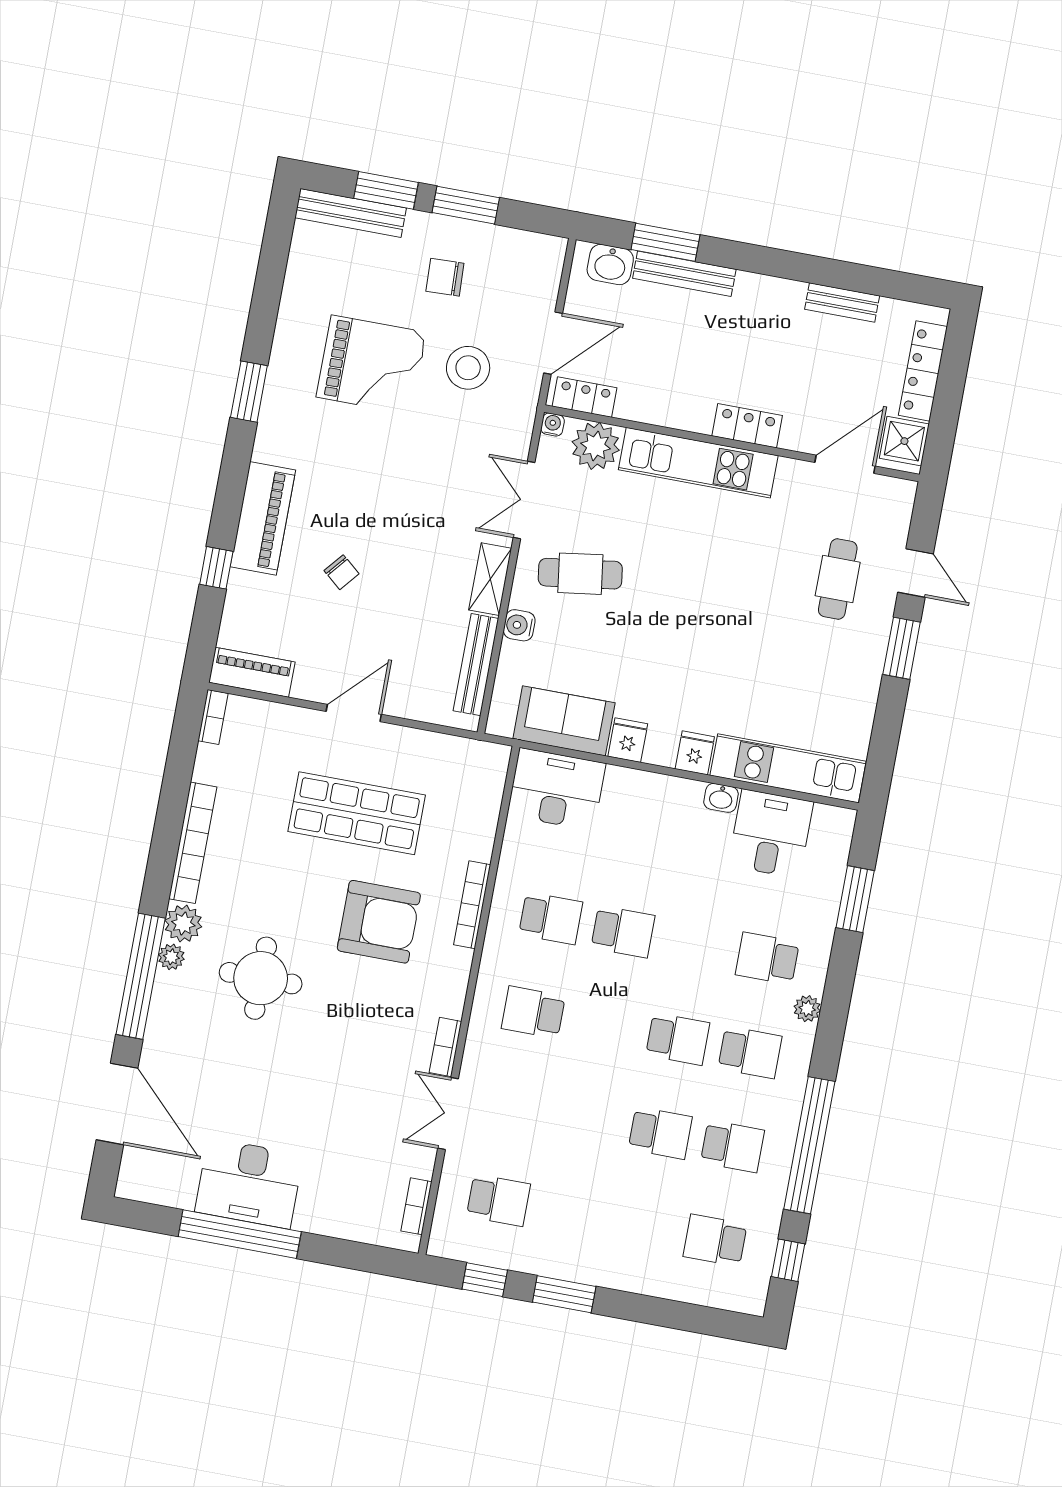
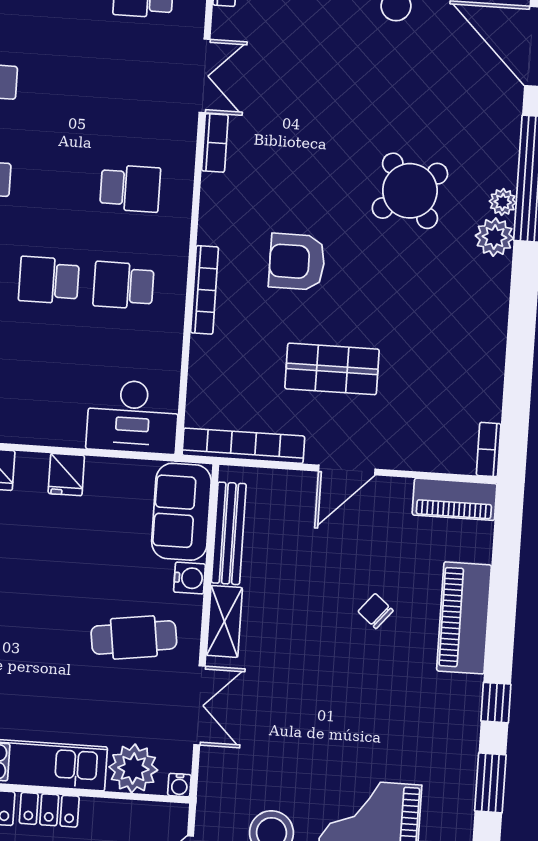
locker: (585, 397) -> (49, 810), moved
piano: (263, 518) -> (464, 618), moved
window: (216, 568) -> (496, 703), moved
sofa: (564, 721) -> (181, 512), moved, turned 90
shop shelf: (357, 813) -> (332, 369), width x0.70, depth x0.74
bookcase: (193, 843) -> (243, 446), moved, turned 90
armchair: (379, 922) -> (297, 262), width x0.73, depth x0.73
round table: (261, 978) -> (410, 191), turned -36

